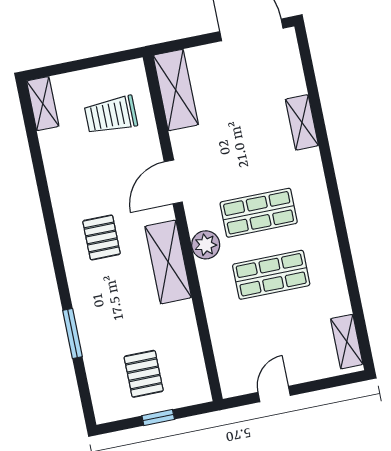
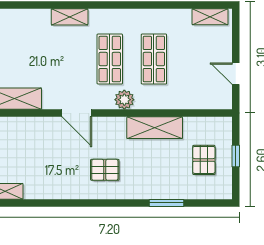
trolley: (111, 115) -> (22, 146), removed
shelving: (302, 122) -> (70, 17), moved
shelving: (168, 262) -> (155, 128), moved
pallet: (144, 374) -> (204, 160), turned 90

